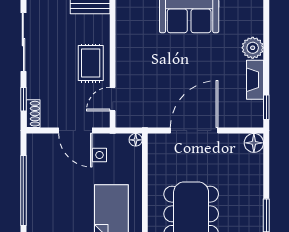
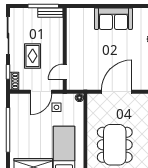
rug: (91, 63) -> (33, 56), moved
door: (75, 131) -> (41, 92), hinge flipped

